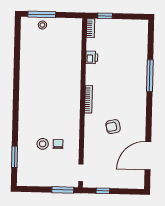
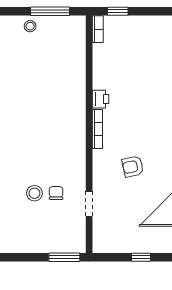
window: (42, 14) -> (50, 11), moved
printer: (92, 57) -> (100, 99), moved
doorway: (81, 173) -> (89, 204), moved
window: (103, 191) -> (141, 257), moved

